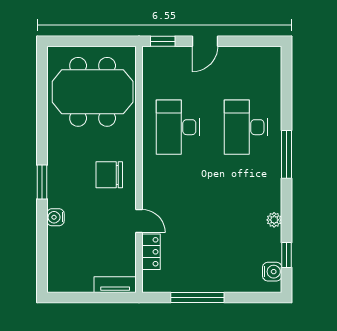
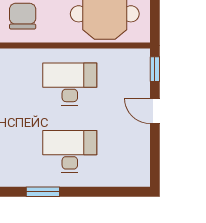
window: (287, 154) -> (43, 192), width x0.69

